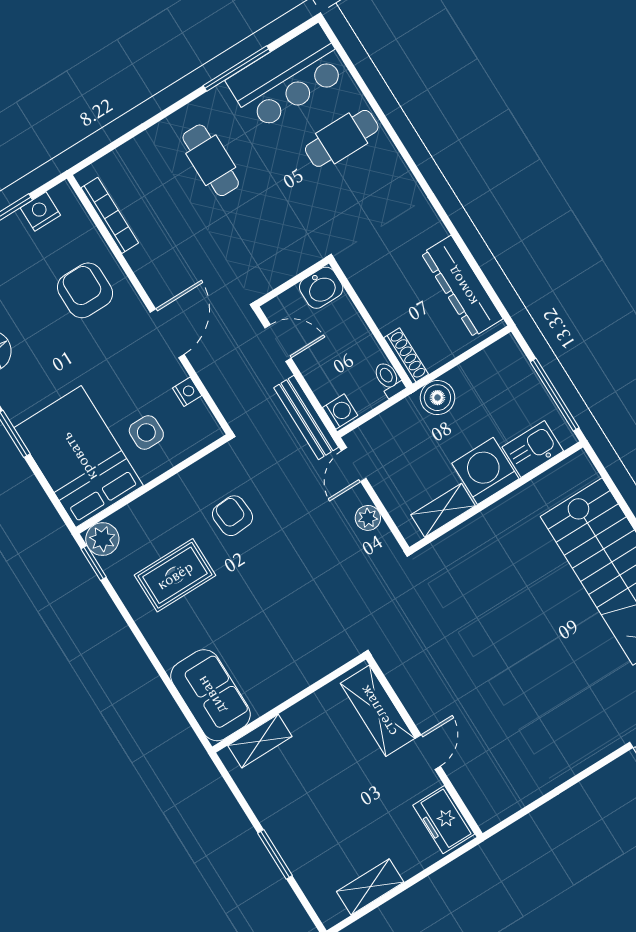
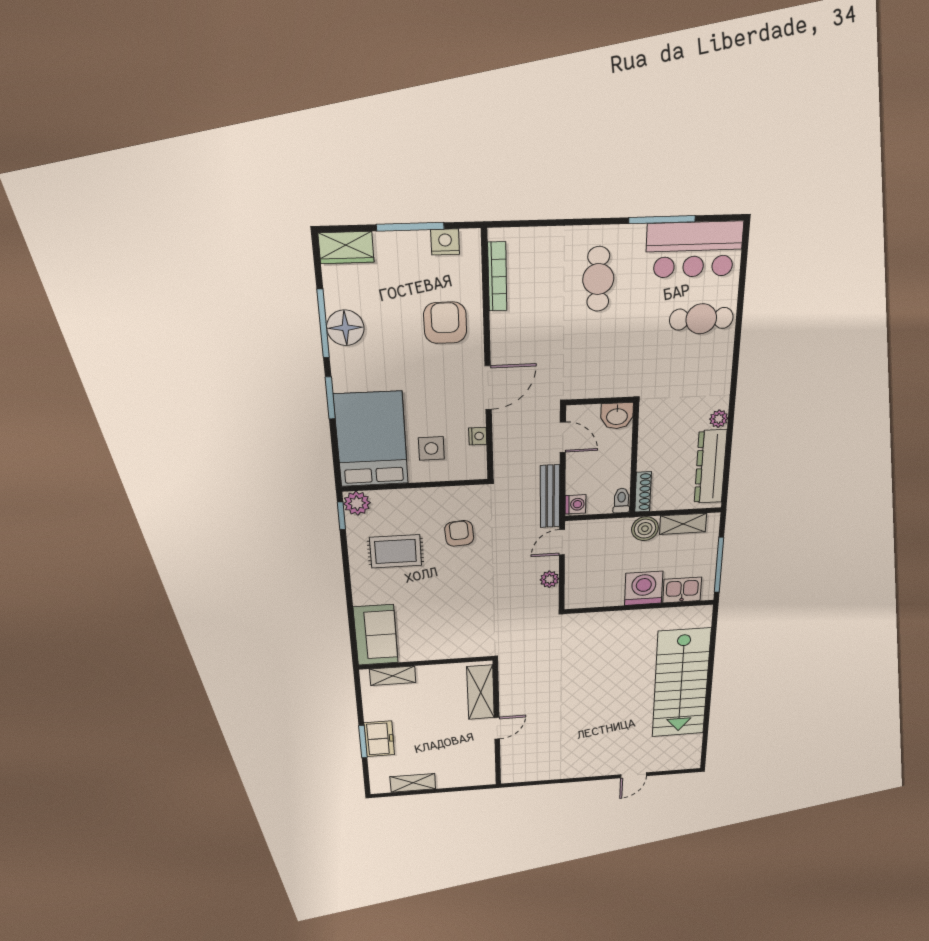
plant: (434, 229) -> (719, 419), added
shelving: (443, 510) -> (683, 524), moved
freezer: (444, 820) -> (379, 739), moved, turned 180

